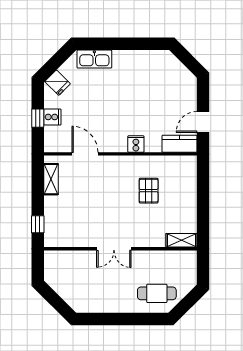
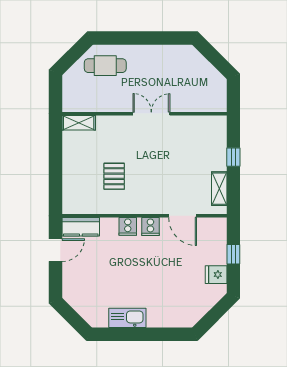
kitchen sink: (94, 59) -> (127, 318), moved
fridge: (58, 83) -> (216, 275), moved, turned -45
cooker: (52, 117) -> (150, 227), moved, turned -90
window: (38, 224) -> (233, 157), moved

